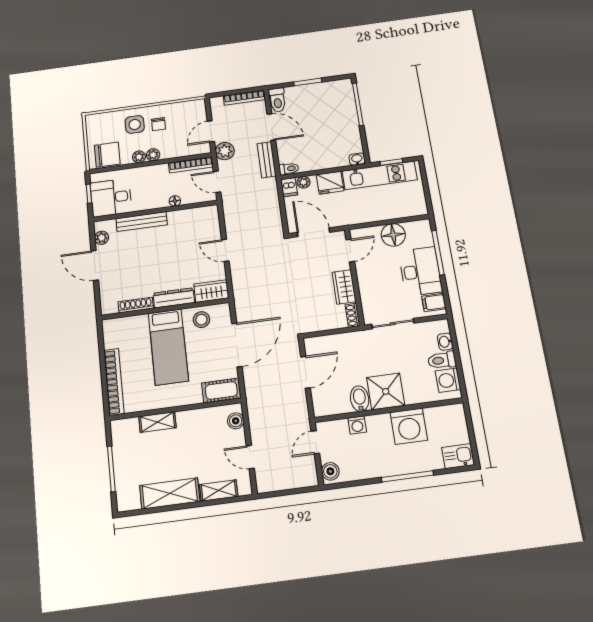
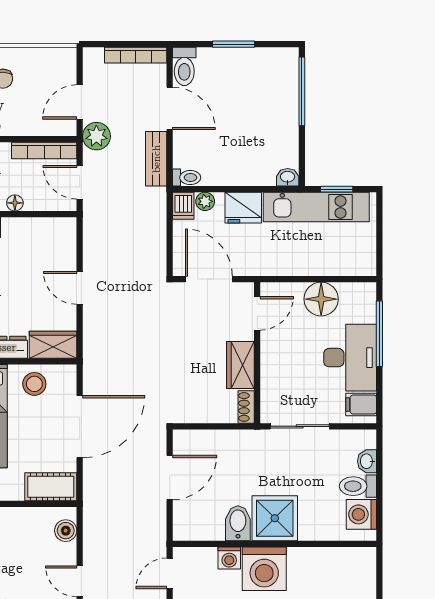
washing machine: (409, 426) -> (264, 569), moved

